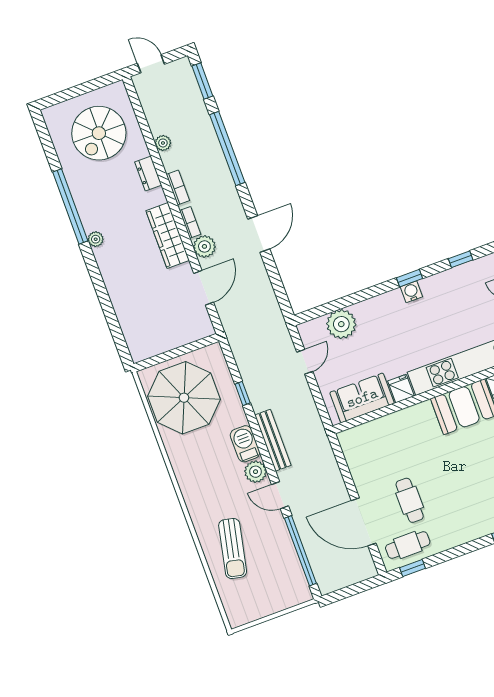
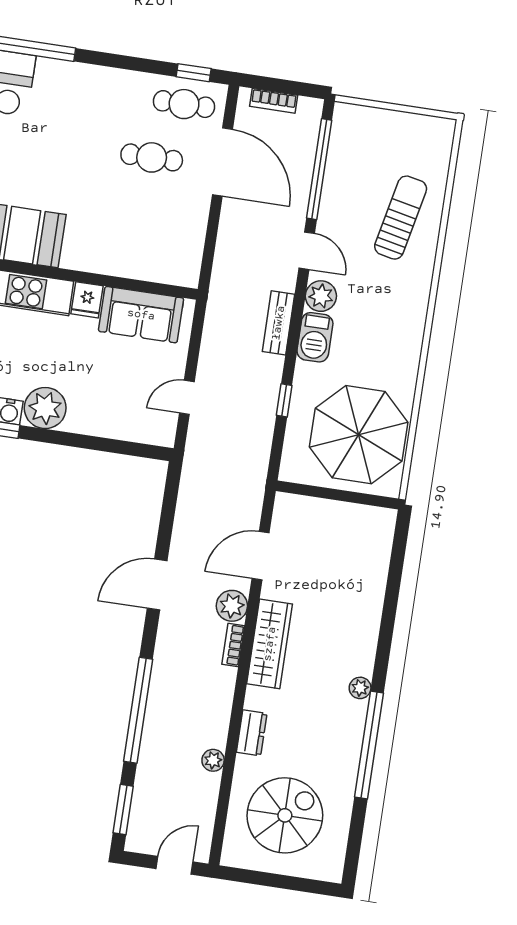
door: (151, 64) -> (175, 865), swing flipped
bookcase: (178, 187) -> (274, 101), moved, turned -90
plant: (341, 324) -> (45, 408), moved
bench: (273, 440) -> (279, 323), width x0.73
cafe table: (410, 500) -> (152, 157), turned 90

